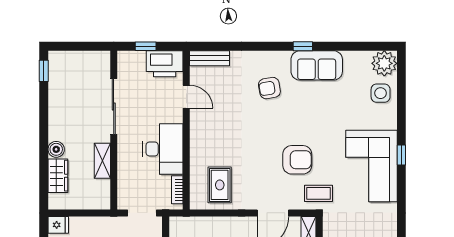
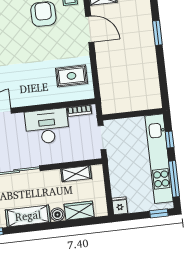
shelving: (59, 114) -> (28, 216), added
shelving: (102, 161) -> (76, 174), moved

